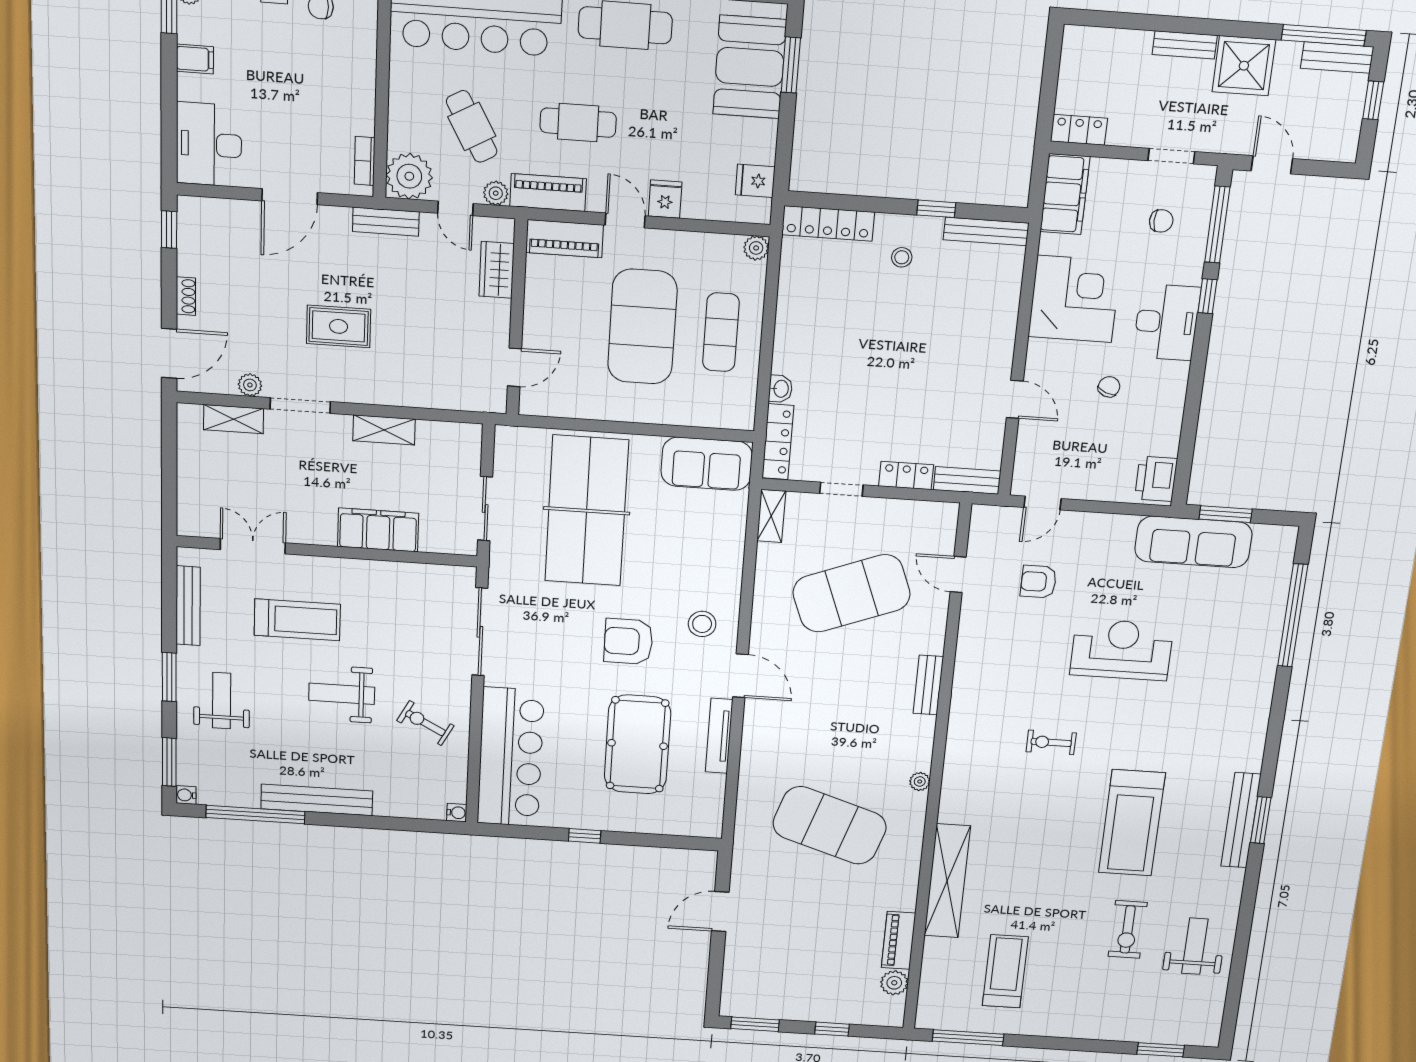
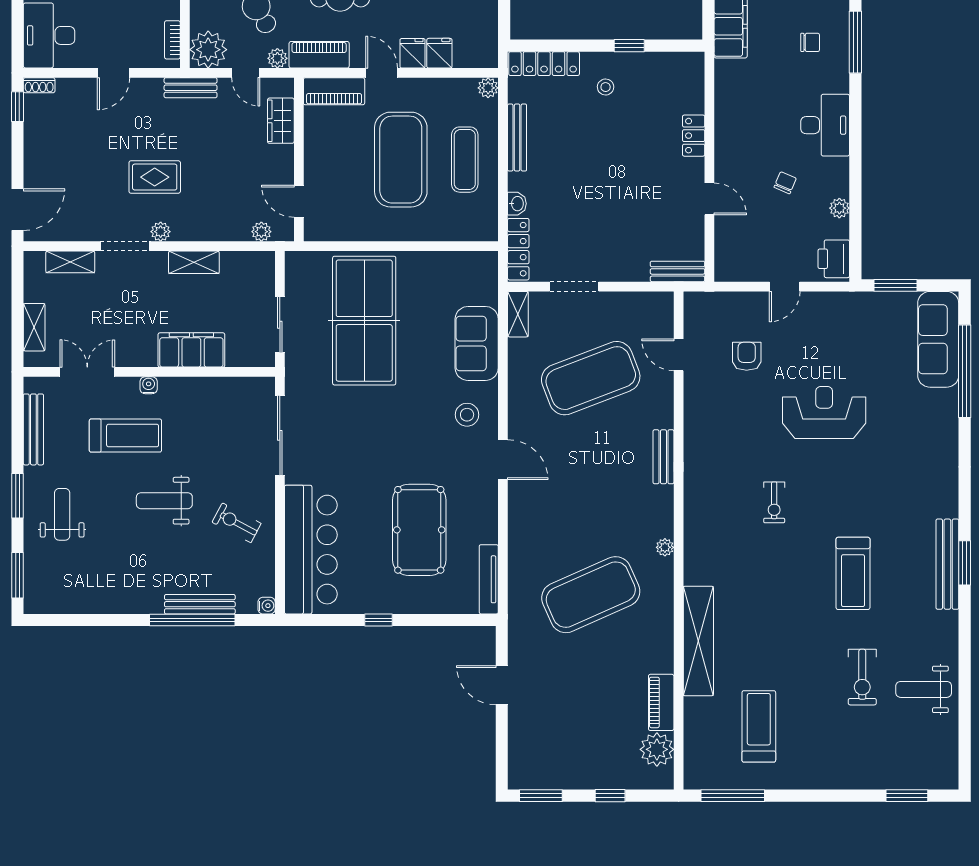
fridge: (755, 181) -> (439, 53), moved, turned 90
door: (290, 197) -> (113, 73), width x0.73
bench: (986, 231) -> (517, 138), moved, turned 90
shoe rack: (186, 296) -> (39, 85), moved, turned 90
window: (1207, 296) -> (855, 101), removed
corner desk: (1074, 299) -> (748, 111), removed
door: (515, 367) -> (299, 201), swing flipped
plant: (250, 385) -> (161, 232), moved
plant: (467, 400) -> (261, 232), added
plant: (1171, 421) -> (839, 208), added
sofa: (707, 464) -> (477, 343), moved, turned 90
locker: (906, 475) -> (694, 136), moved, turned -90
doorway: (841, 489) -> (574, 287), width x1.38
shelving: (189, 491) -> (34, 327), added
door: (1042, 503) -> (785, 287), moved
sofa: (1193, 542) -> (938, 339), moved, turned 90
armchair: (1038, 582) -> (747, 356), turned 90
armchair: (628, 641) -> (406, 435), removed
tv unit: (719, 736) -> (489, 579), moved
exercise bike: (1051, 742) -> (774, 502), turned -90
water cooler: (186, 795) -> (149, 385), moved, turned 90
bench: (317, 800) -> (200, 604), moved, width x0.73, depth x0.82
window: (255, 815) -> (192, 620), moved
treadmill: (1132, 823) -> (853, 573), width x0.73, depth x0.73
exercise mat: (830, 825) -> (591, 595), turned -42
door: (720, 912) -> (502, 685), hinge flipped
weight bench: (1195, 946) -> (924, 689), turned -90
plant: (894, 983) -> (657, 749), width x1.36, depth x1.36

